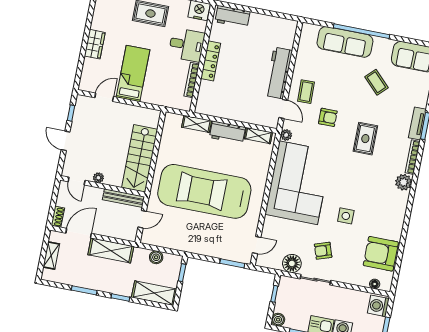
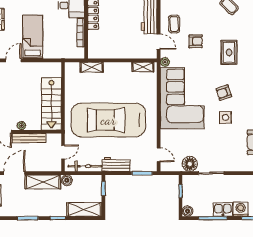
workbench: (227, 132) -> (116, 164), moved, turned 180
bench: (123, 198) -> (29, 138), moved
bicycle: (165, 241) -> (85, 166), added
door: (257, 245) -> (159, 155), hinge flipped
armchair: (323, 251) -> (224, 93), moved
boiler: (156, 257) -> (67, 180), moved

